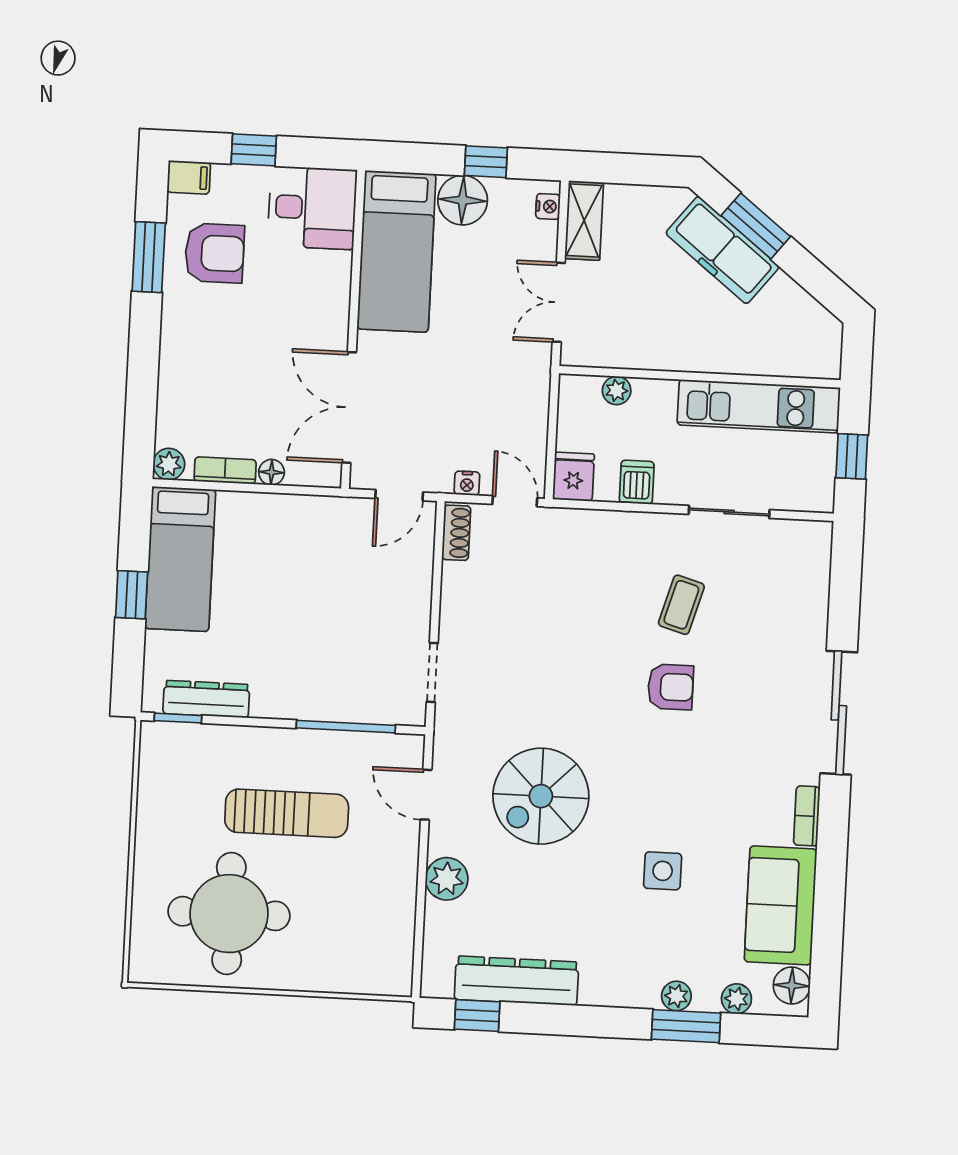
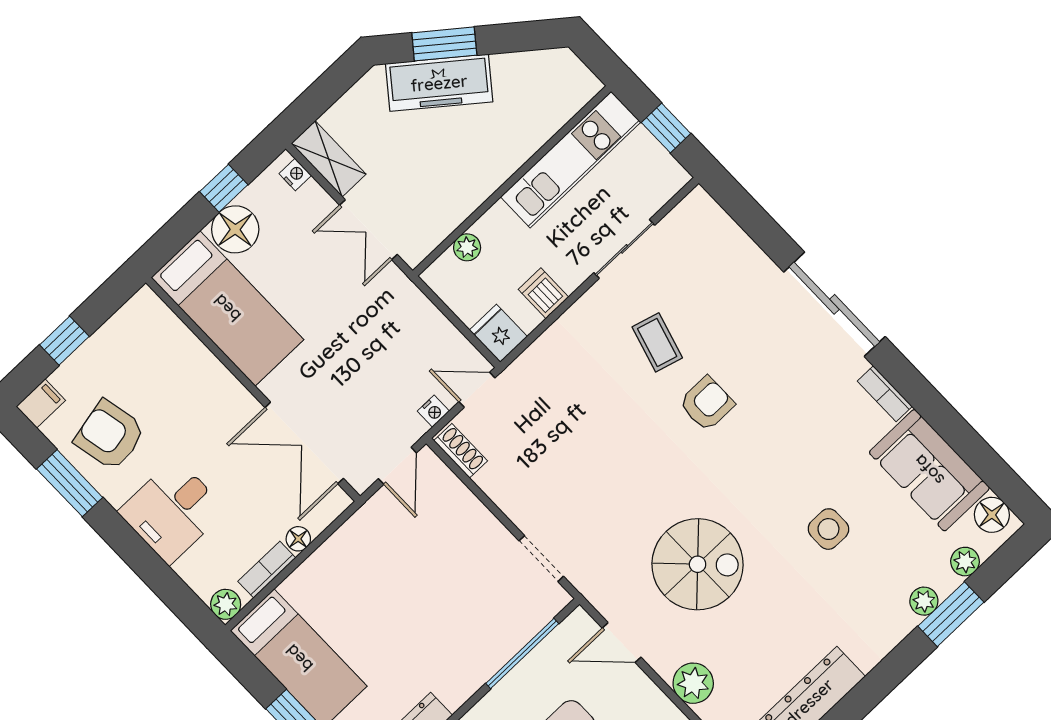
desk: (312, 208) -> (172, 511), moved, turned 180
armchair: (214, 253) -> (110, 435), turned -102
spiral stairs: (541, 796) -> (698, 564), turned -90

